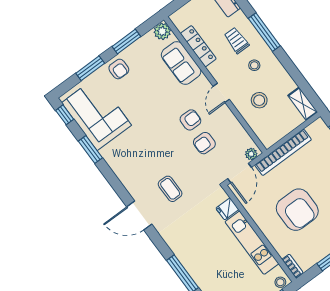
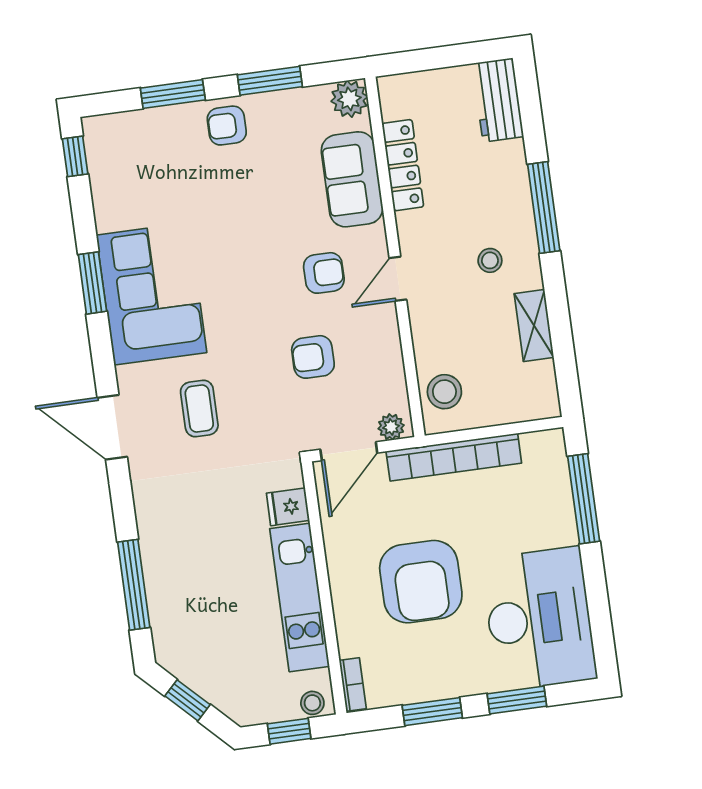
trolley: (237, 40) -> (482, 194), removed
armchair: (119, 69) -> (227, 126), turned 90
stool: (259, 100) -> (444, 392), moved
shelving: (303, 104) -> (534, 326), moved
corner sofa: (97, 114) -> (151, 294), moved
armchair: (190, 120) -> (324, 273), moved
window: (90, 150) -> (92, 283), moved

